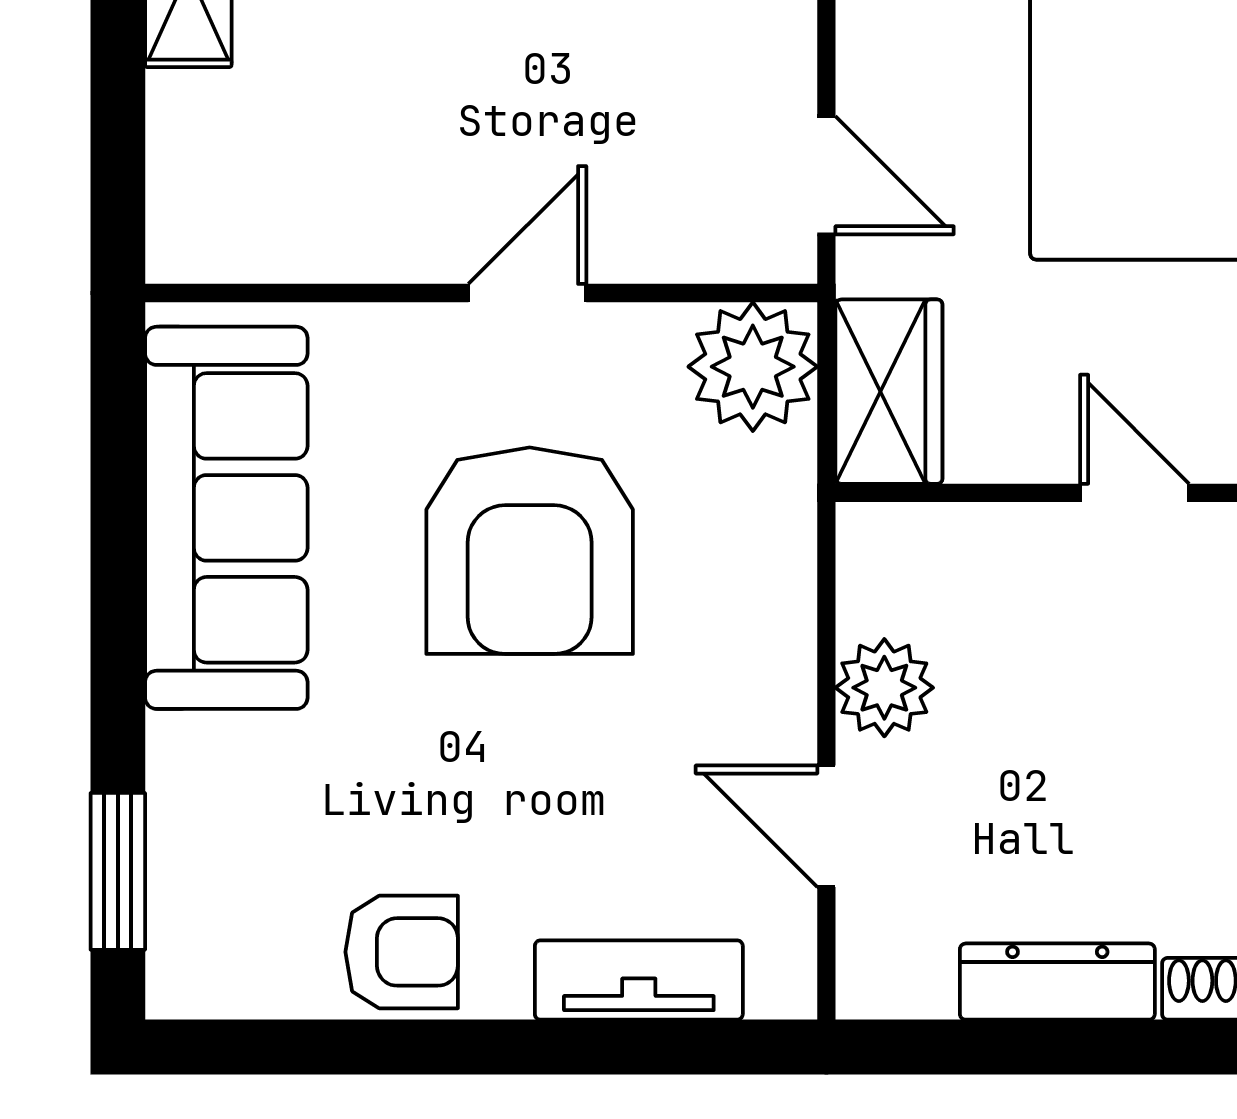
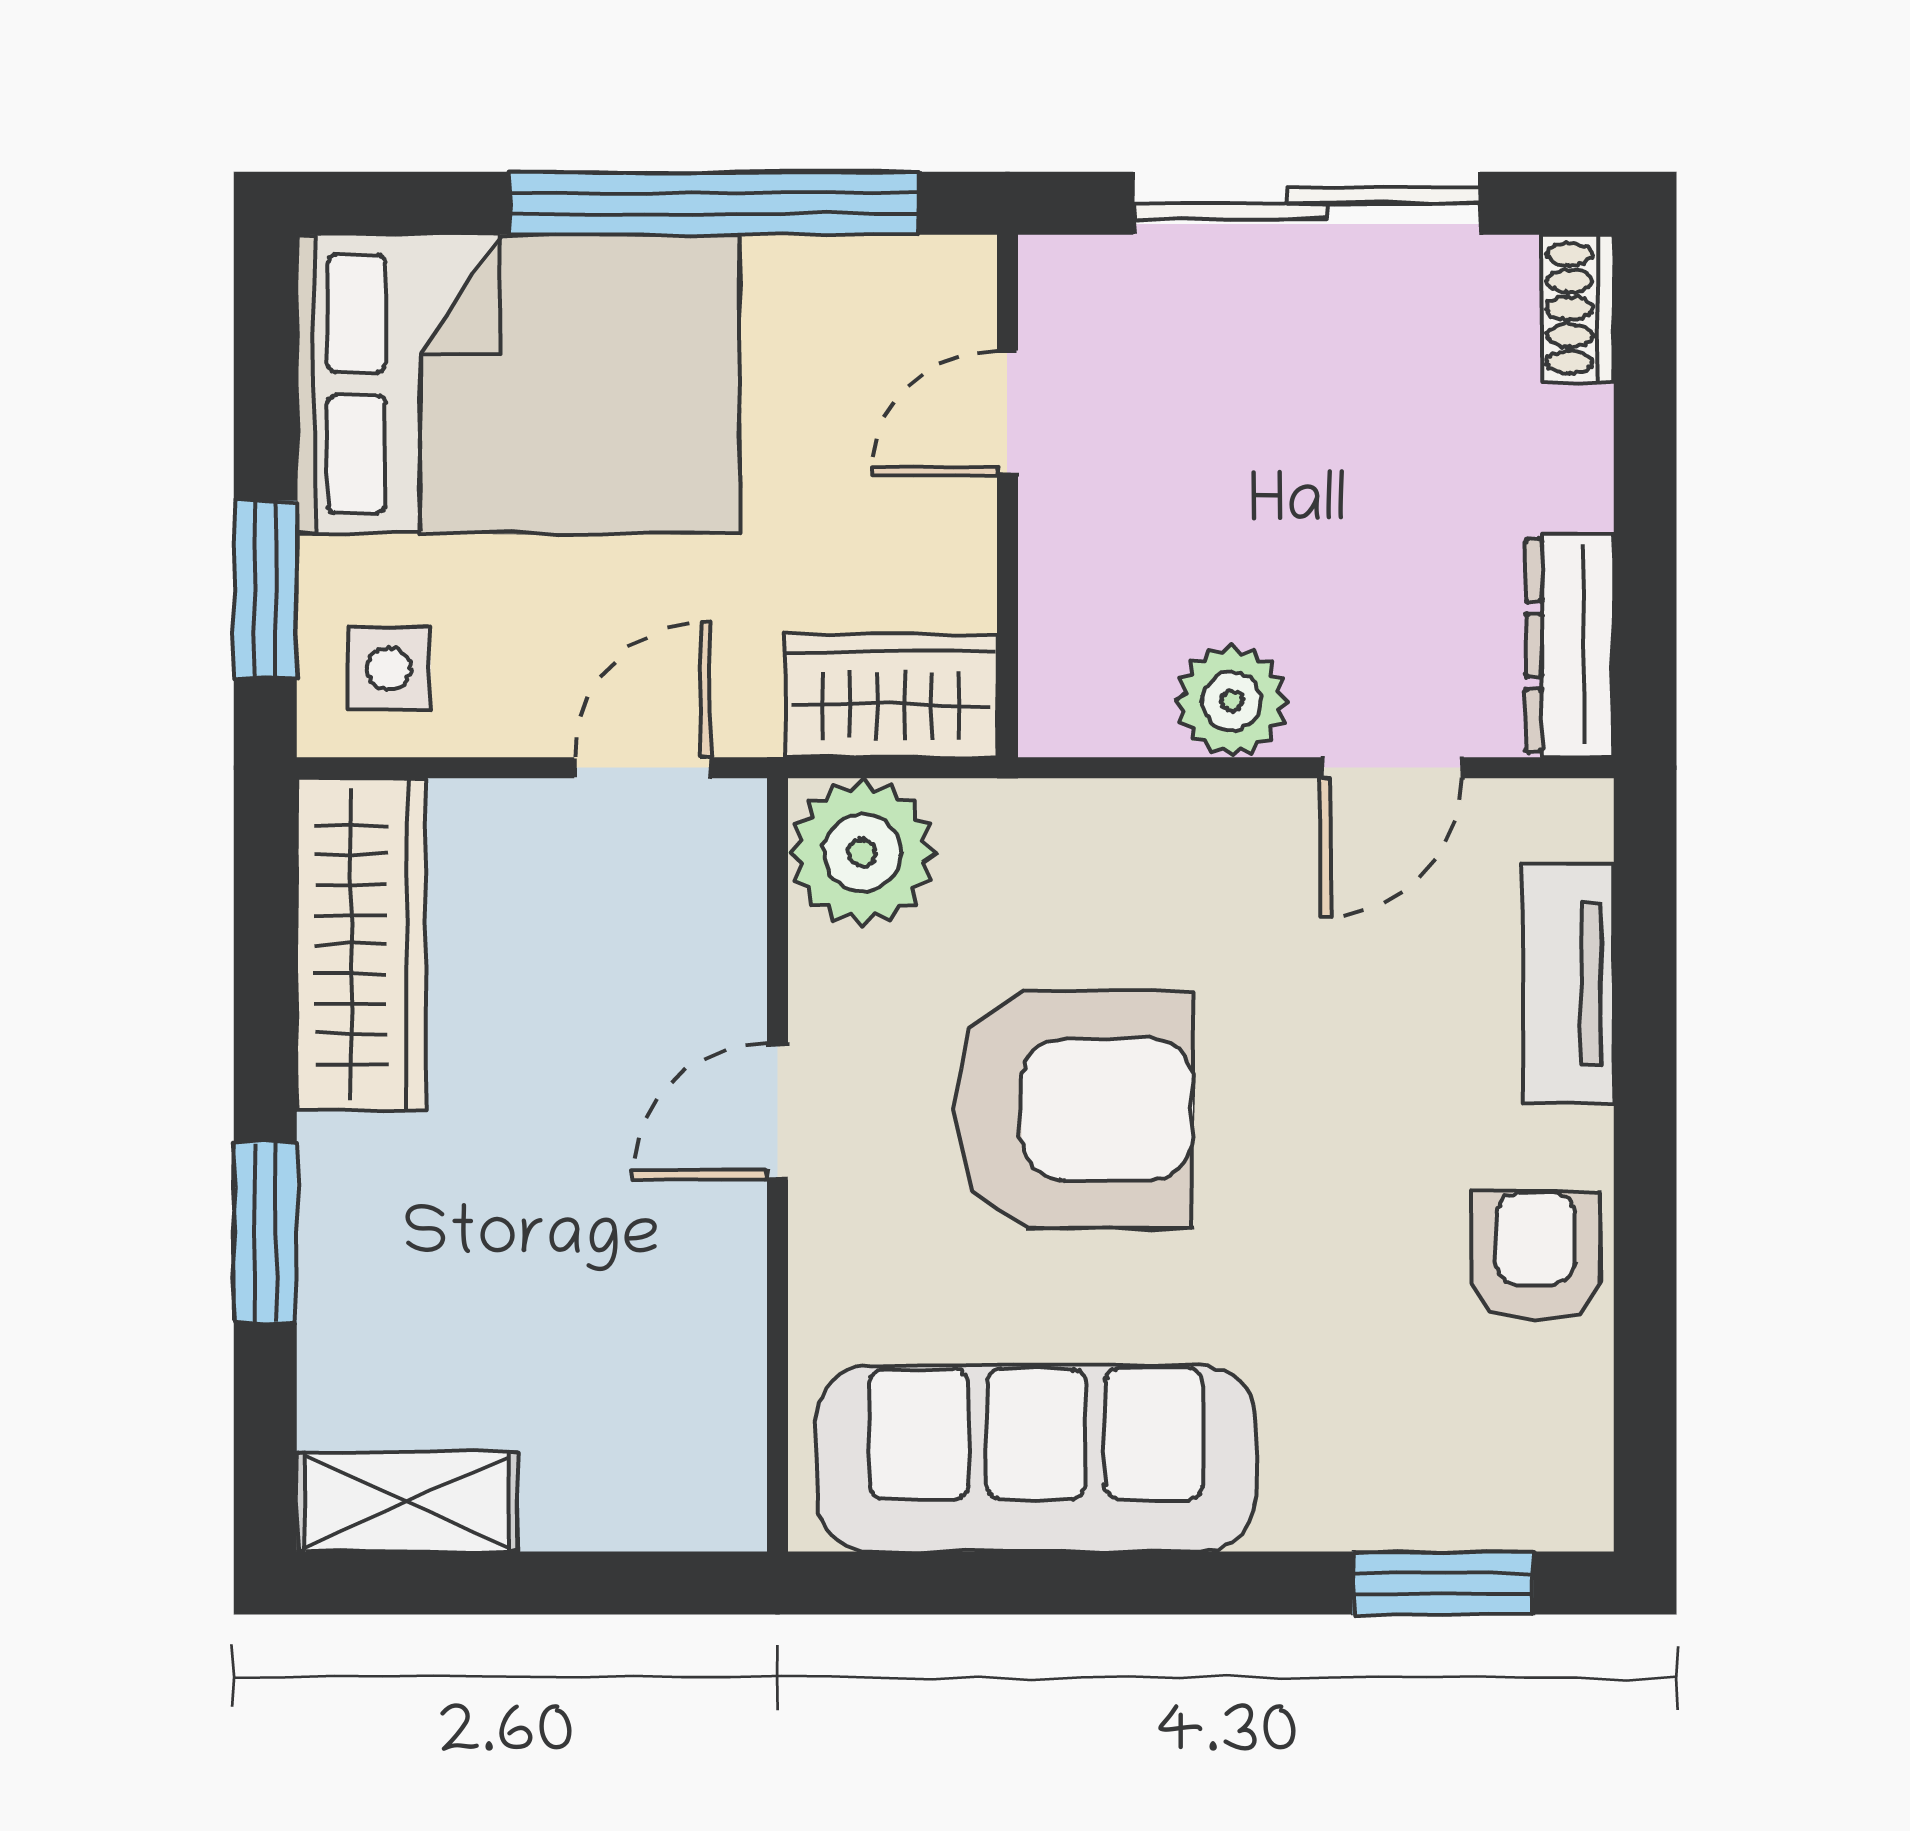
door: (527, 293) -> (778, 1112), hinge flipped
dresser: (1057, 982) -> (1570, 645), moved

